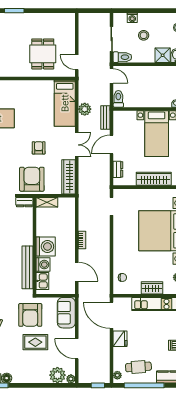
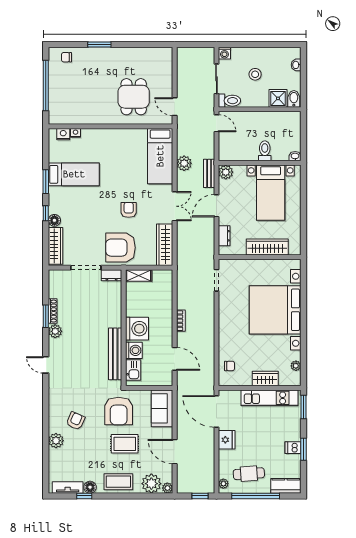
washing machine: (132, 18) -> (224, 53), moved
toilet: (118, 99) -> (265, 151), moved
plant: (119, 117) -> (226, 172), added
armchair: (32, 179) -> (120, 248), turned -90
coffee table: (30, 374) -> (118, 482), added

